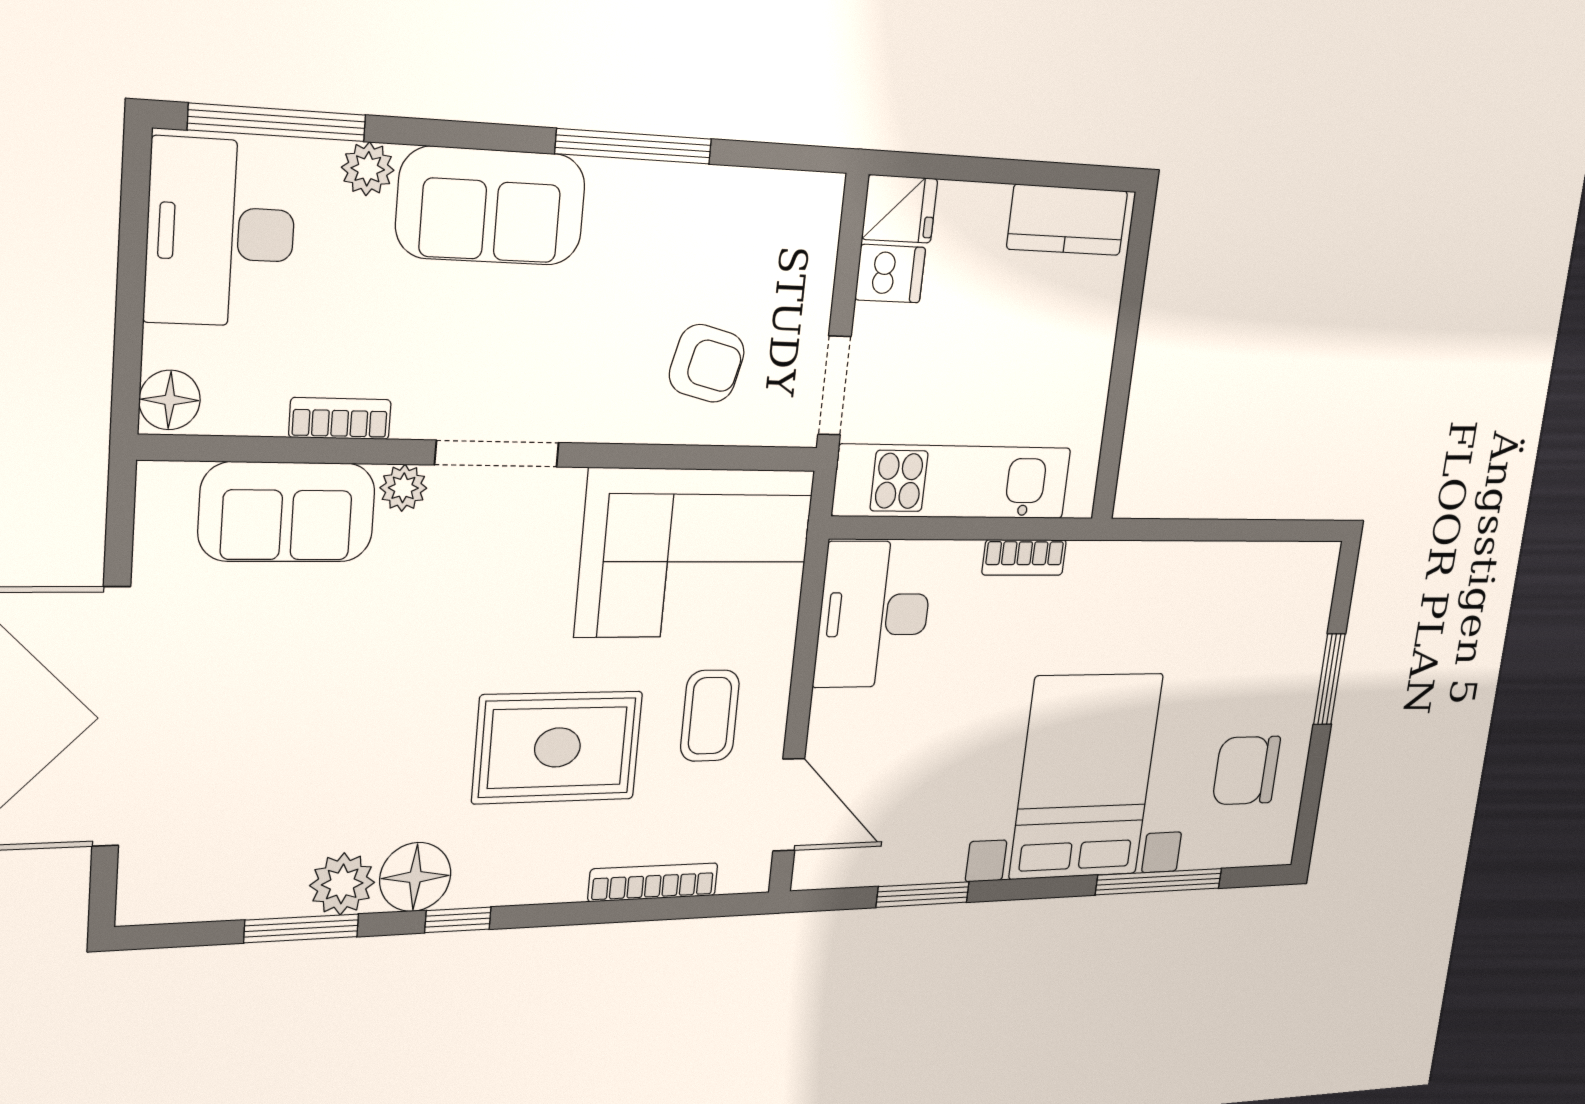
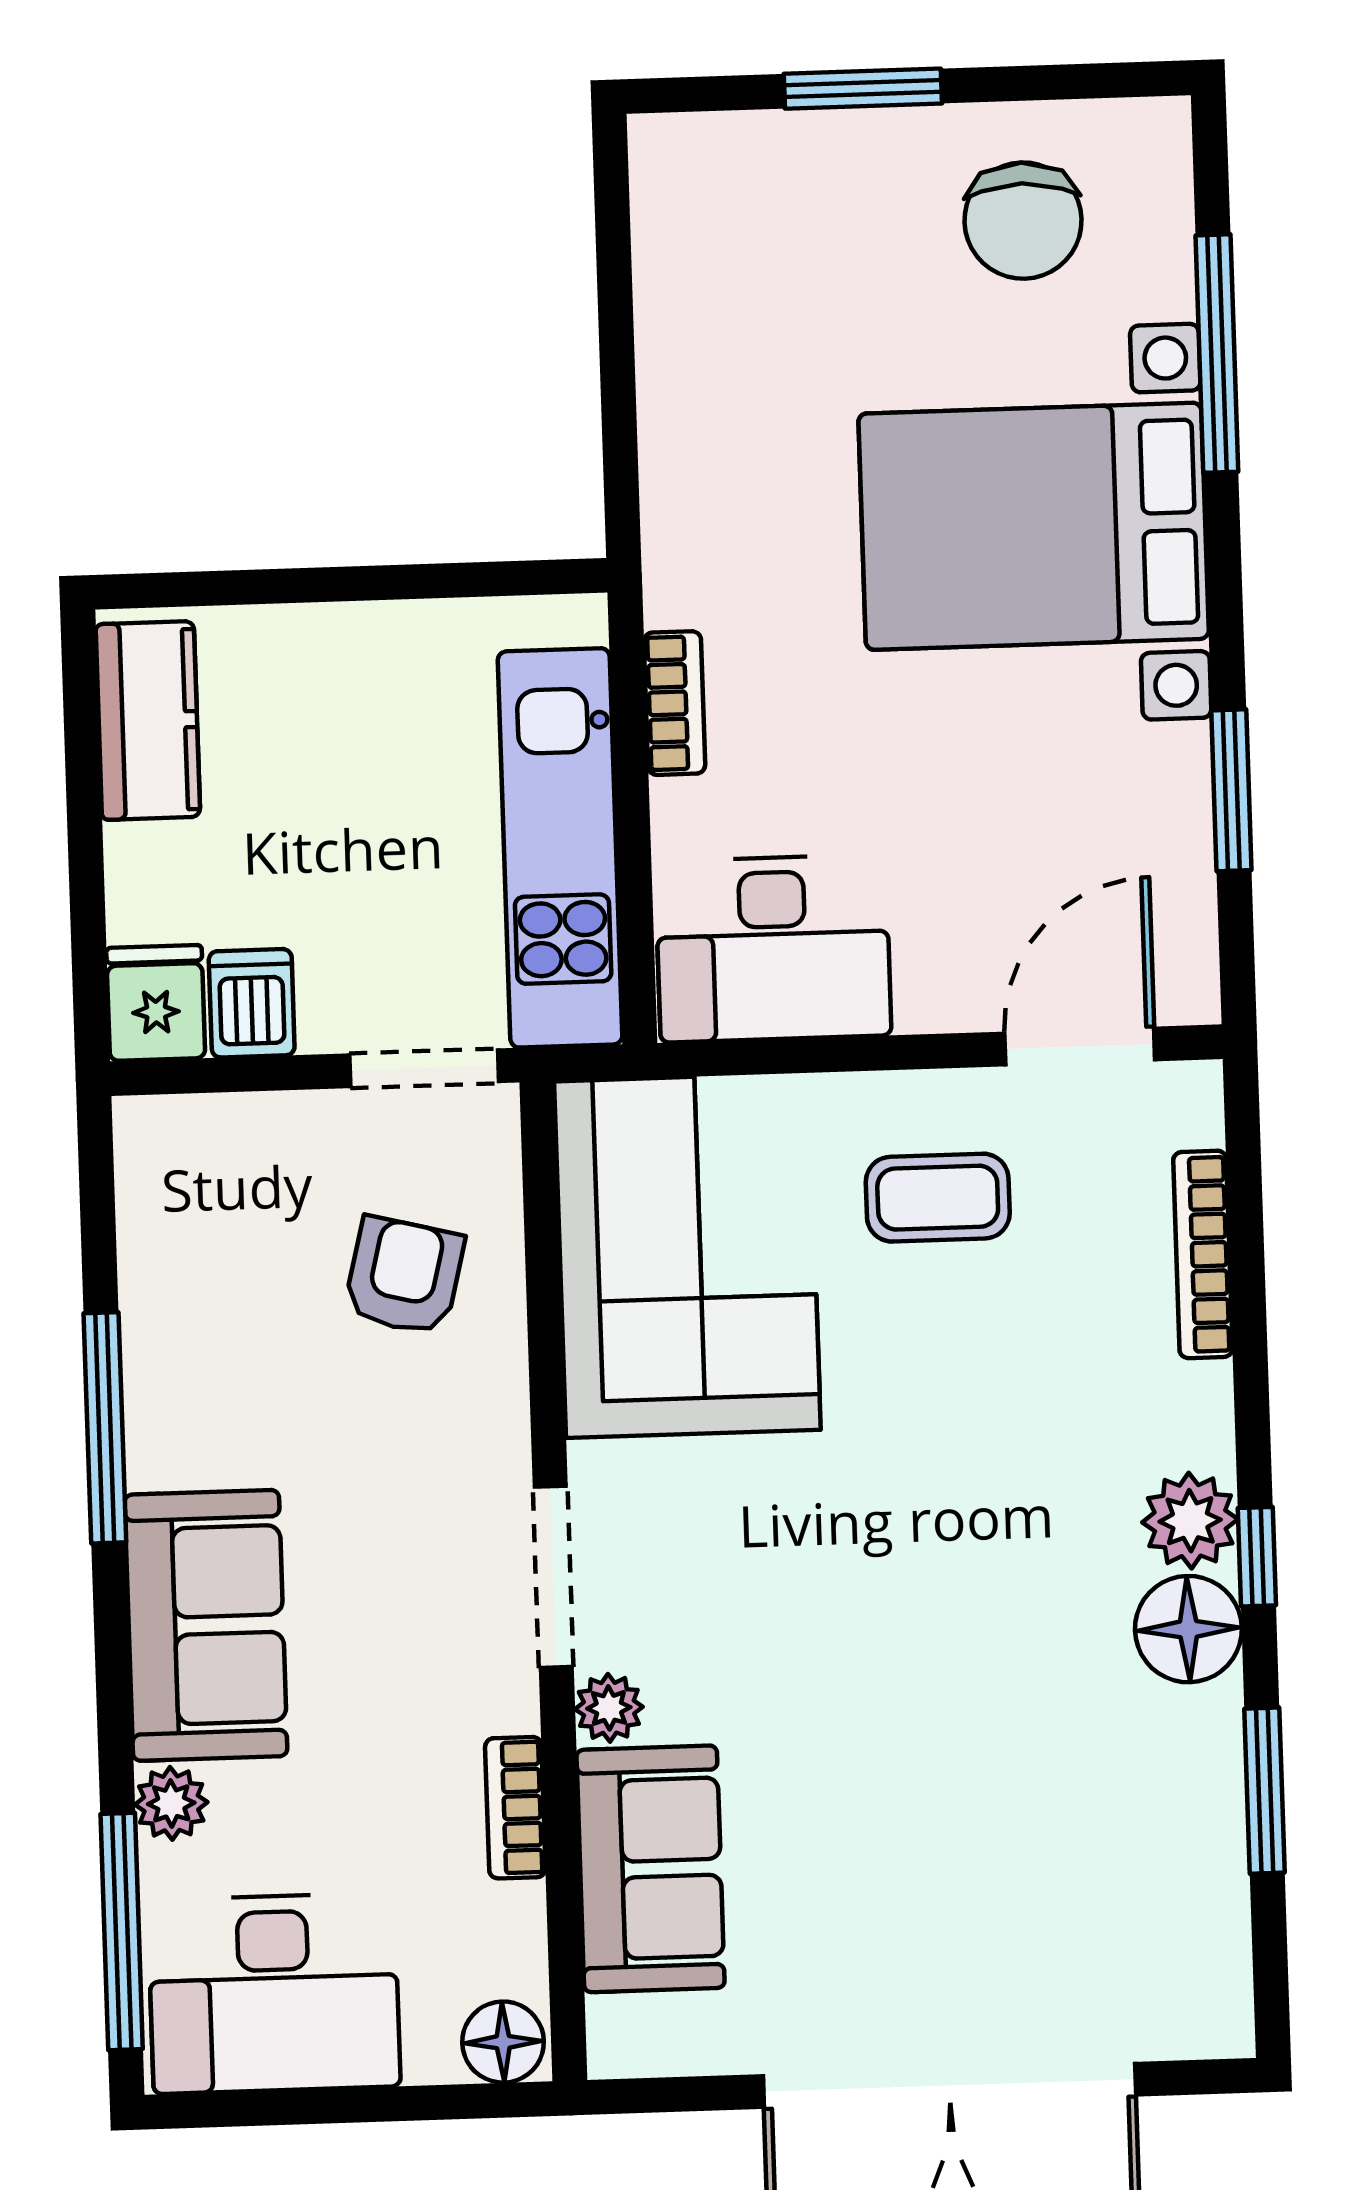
rug: (557, 747) -> (989, 1434), removed
plant: (342, 884) -> (1190, 1521), moved

